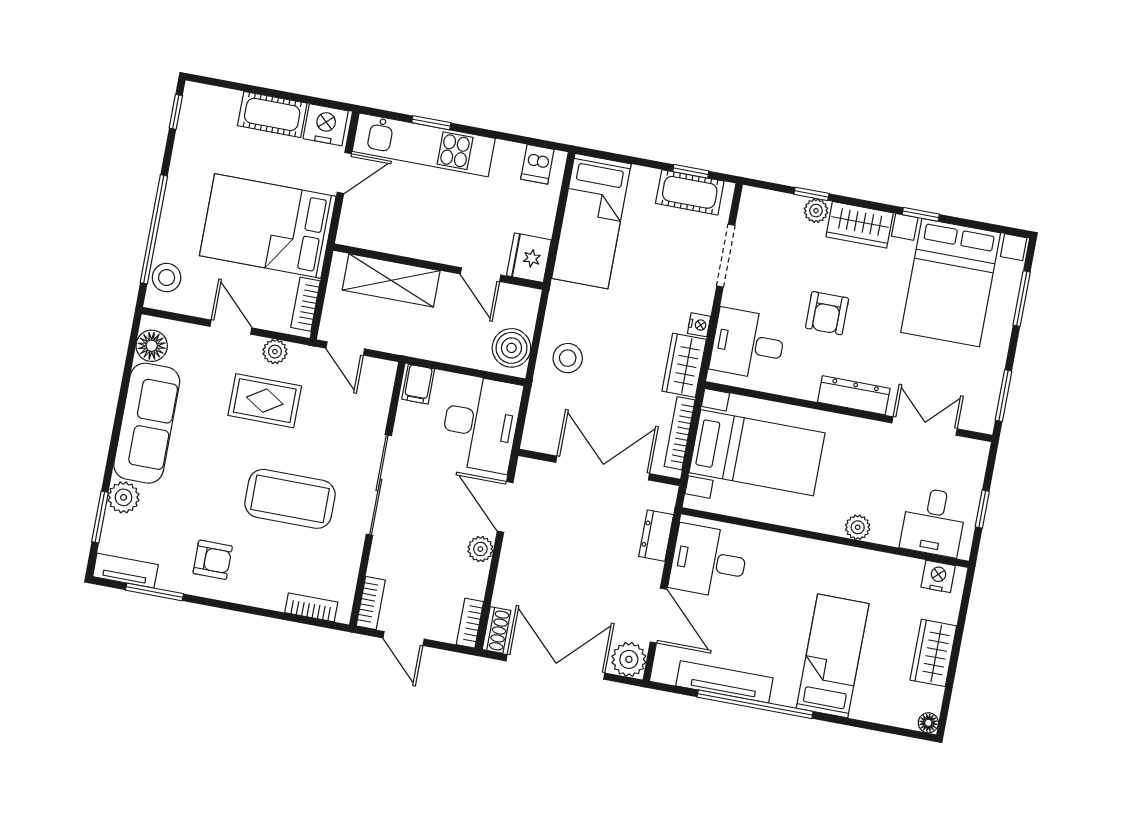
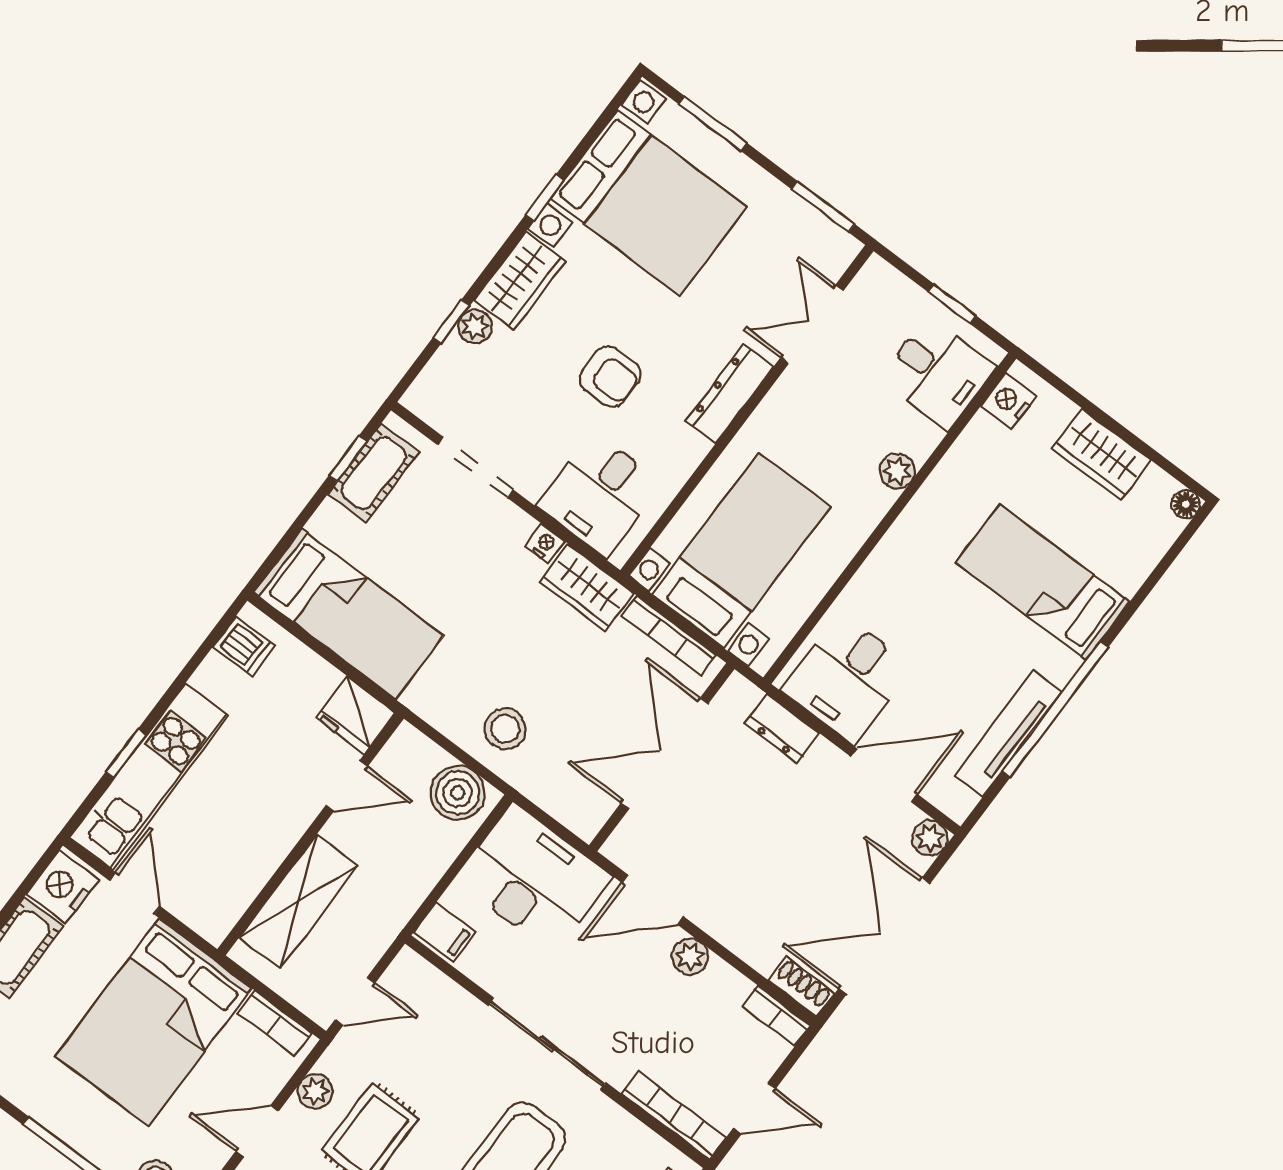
bookcase: (371, 603) -> (674, 1115), width x1.56
plant: (629, 659) -> (930, 838), width x0.73, depth x0.73

